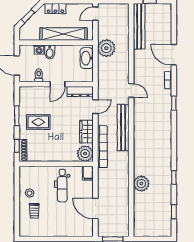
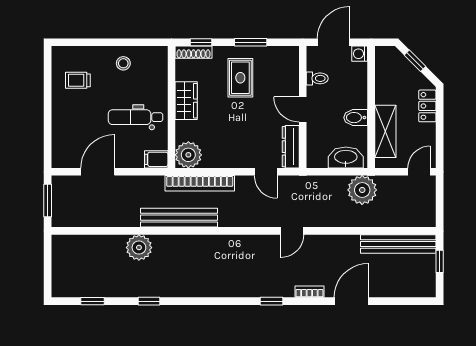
door: (95, 14) -> (419, 172), hinge flipped
shelving: (63, 34) -> (385, 131), width x0.68
washing machine: (39, 50) -> (360, 54), moved
bidet: (50, 52) -> (356, 118), moved
bench: (123, 128) -> (179, 218), moved
wardrobe: (86, 132) -> (186, 101), moved, turned 90
trolley: (34, 211) -> (78, 80), moved

